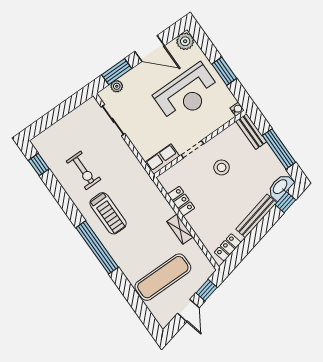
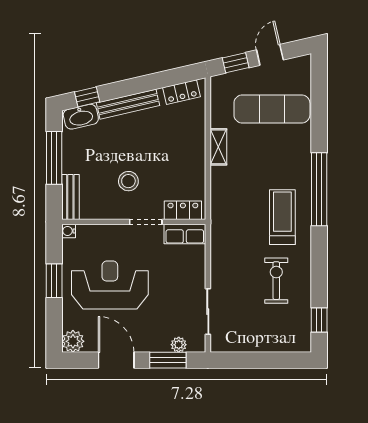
locker: (181, 201) -> (183, 210), moved, turned 90

